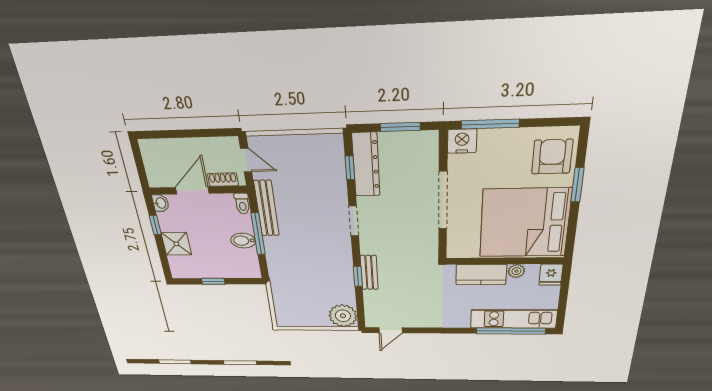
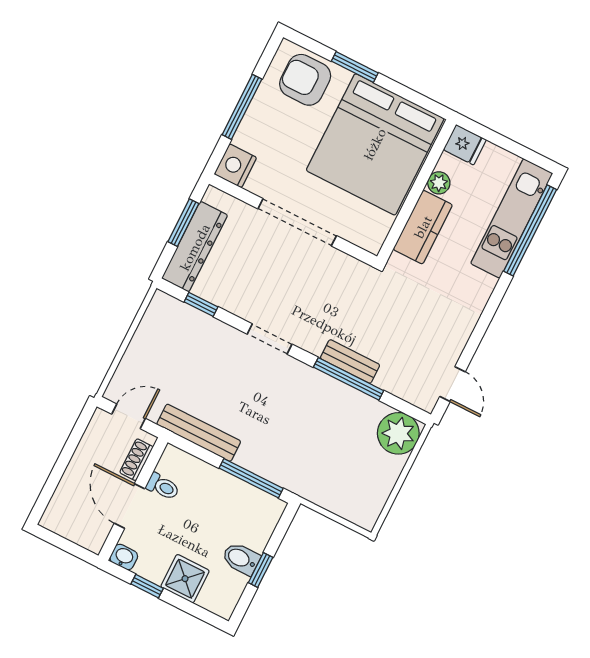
window: (490, 124) -> (242, 107), moved
dresser: (366, 165) -> (195, 247), moved, turned 90
toilet: (242, 204) -> (163, 487), moved
window: (258, 234) -> (251, 478), moved
bidet: (243, 241) -> (241, 559), moved, turned 90
window: (358, 276) -> (349, 379), width x2.17

